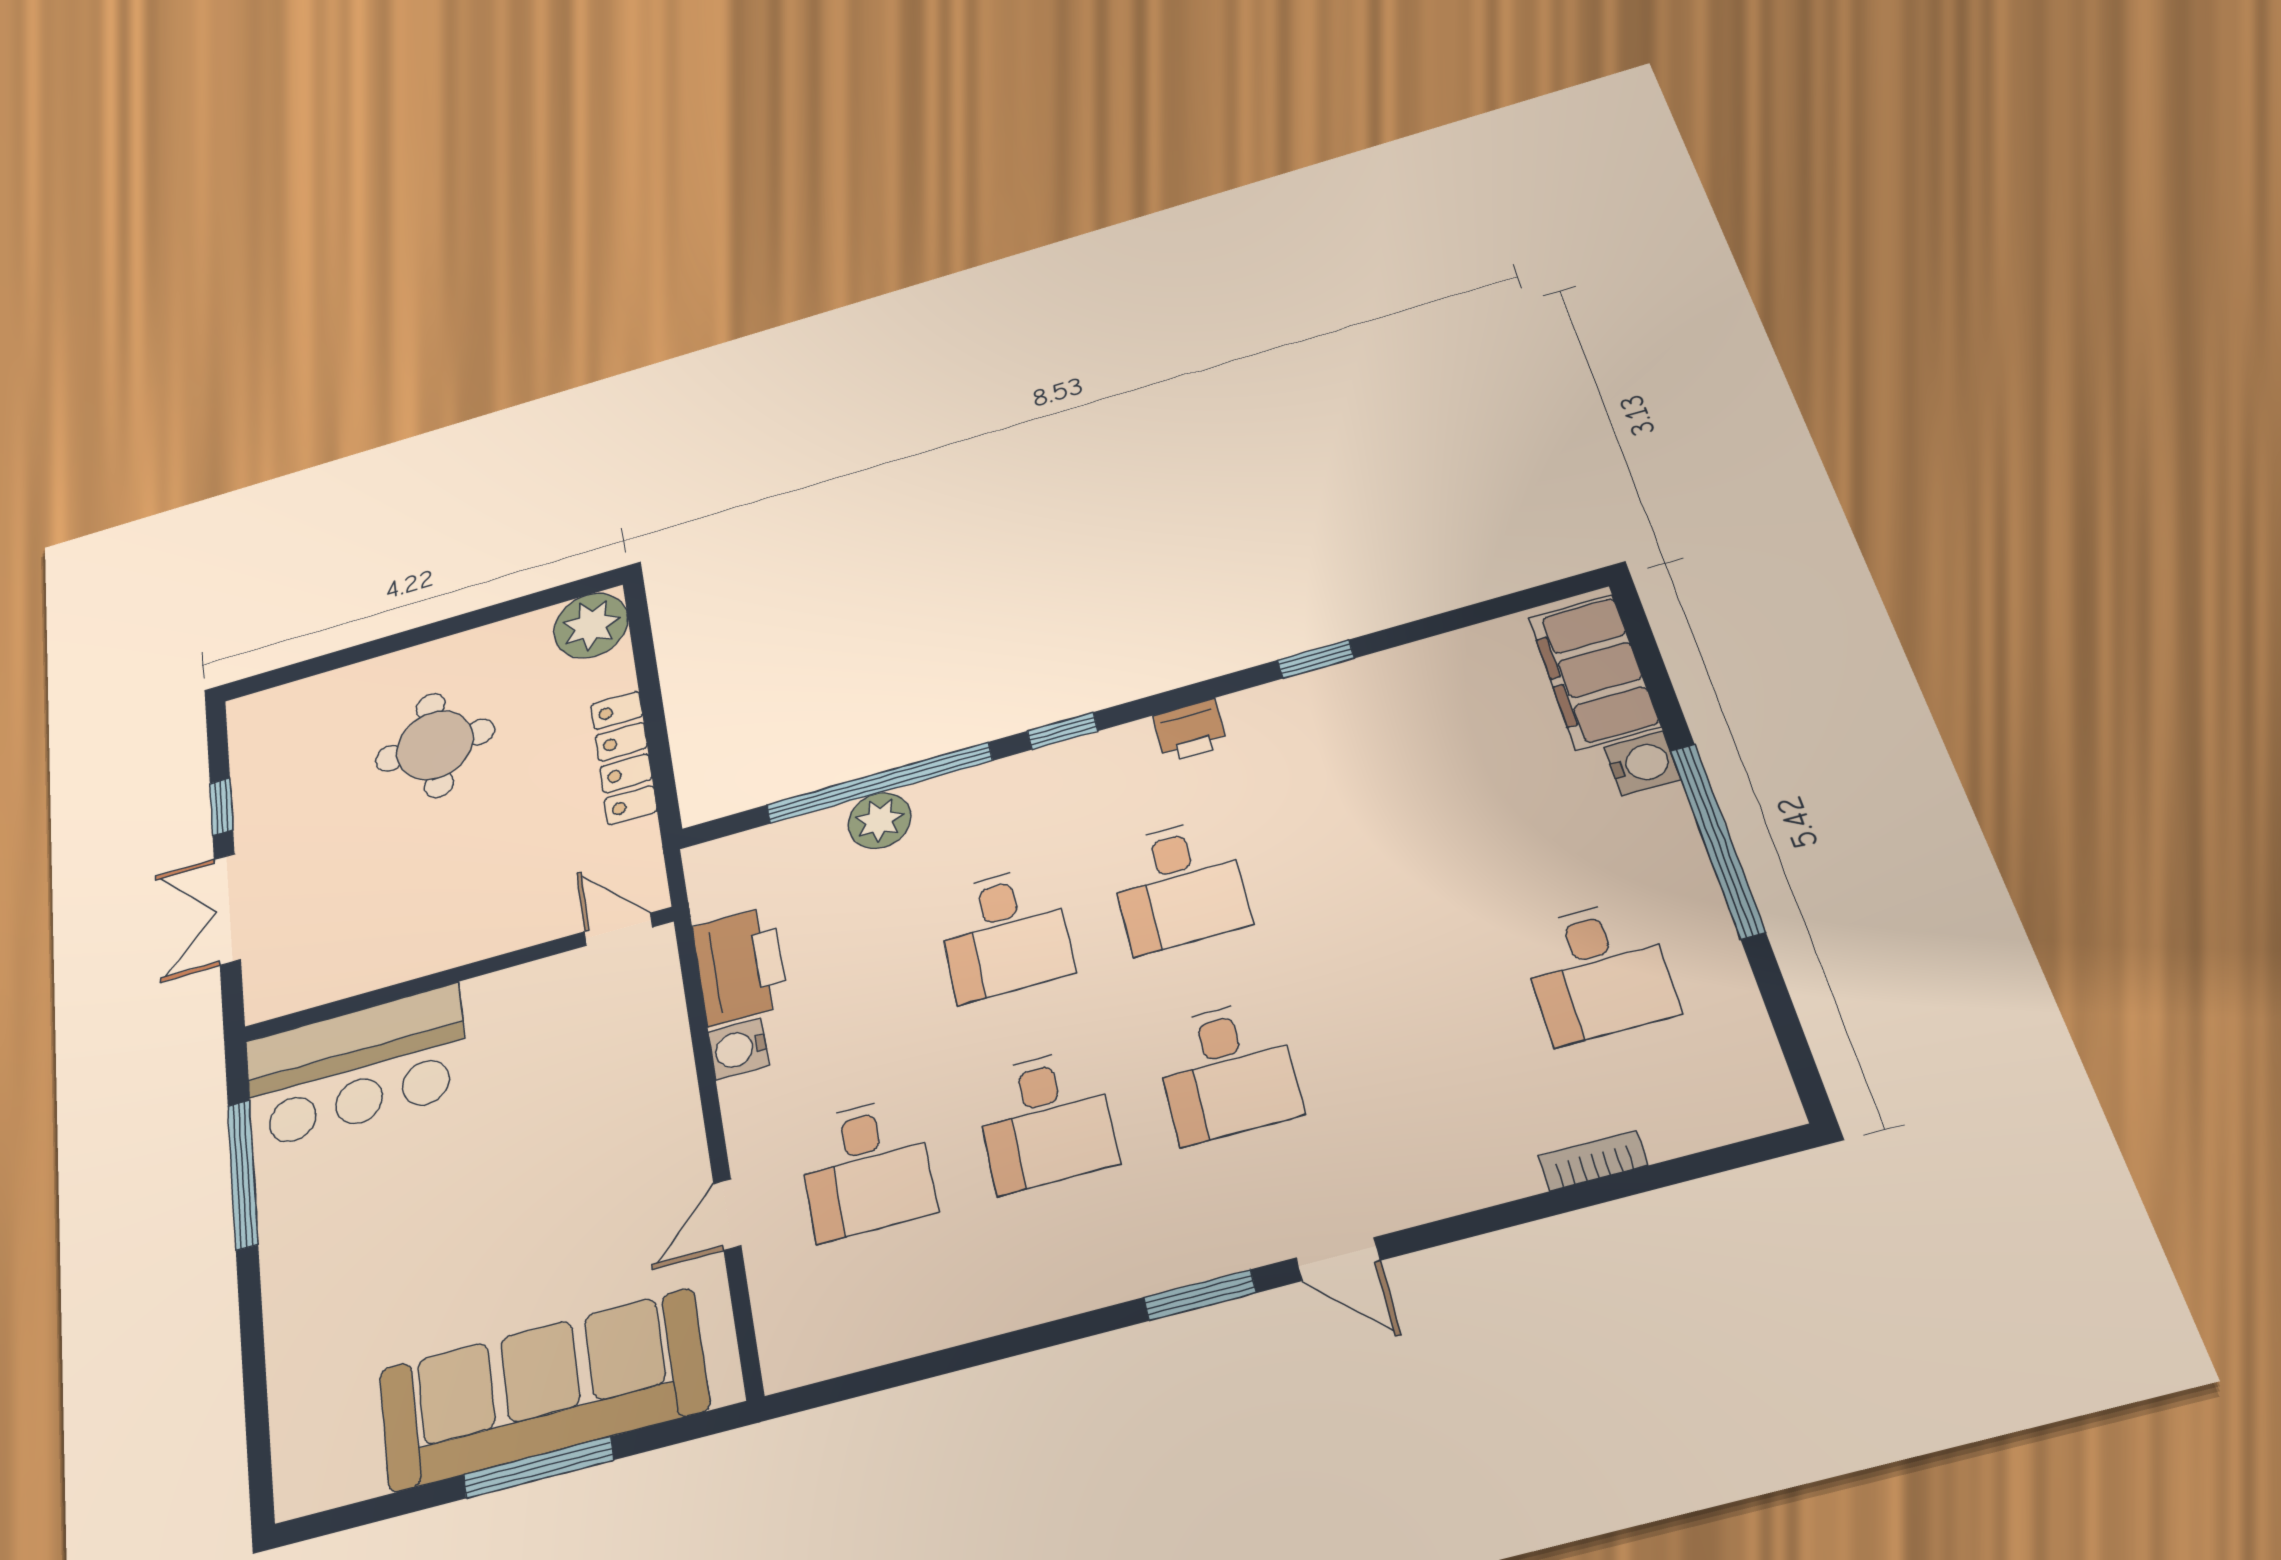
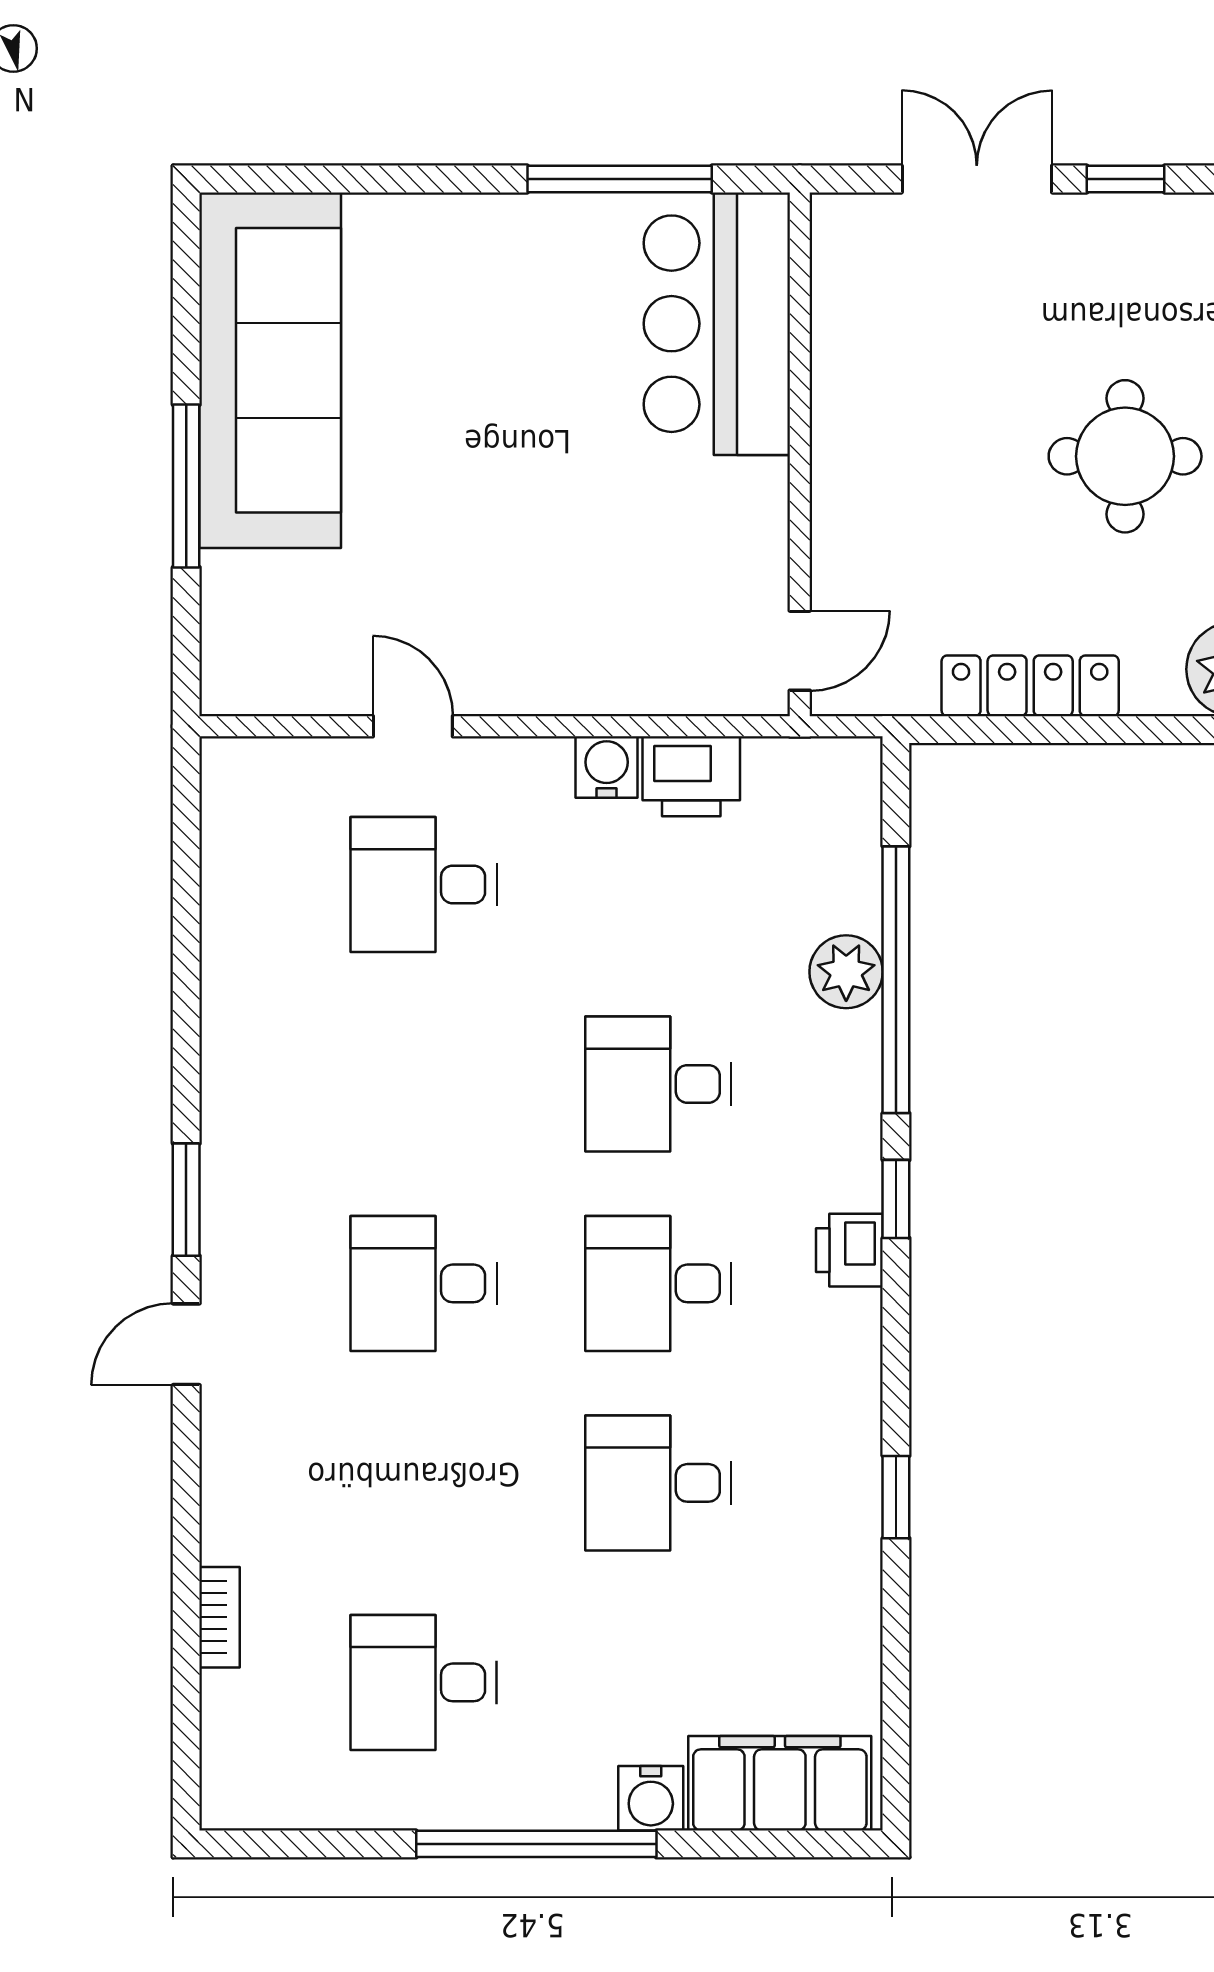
printer: (1190, 730) -> (849, 1250), moved
printer: (740, 966) -> (691, 776), width x0.73, depth x0.84
desk: (1045, 1120) -> (658, 1483), moved
sofa: (542, 1390) -> (270, 370), moved

